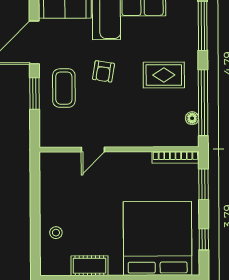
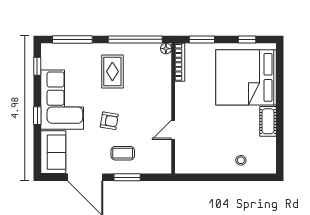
coffee table: (64, 88) -> (123, 153), width x0.73, depth x0.77
floor lamp: (192, 118) -> (166, 49), moved
door: (93, 150) -> (173, 130), swing flipped
cot: (90, 266) -> (268, 121), moved

